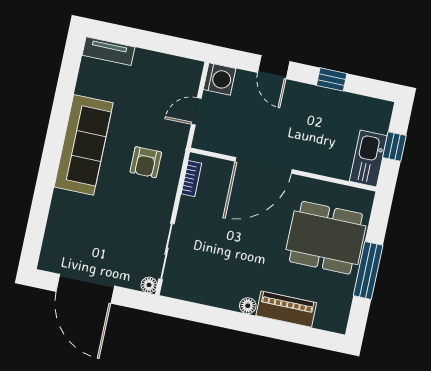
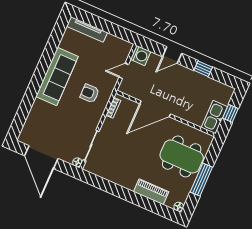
tv unit: (108, 51) -> (87, 29), width x1.41
door: (274, 67) -> (172, 55), hinge flipped
armchair: (146, 162) -> (90, 93), turned 90
floor lamp: (248, 306) -> (179, 207), moved

